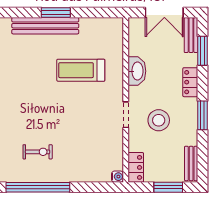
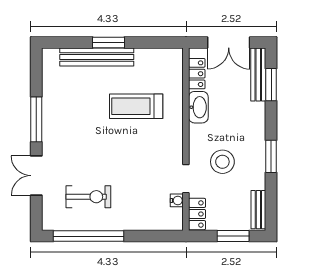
bench: (191, 35) -> (258, 74), width x1.36
locker: (190, 82) -> (197, 74), moved, turned 180
doorway: (126, 115) -> (186, 179), moved
exercise bike: (38, 152) -> (88, 197), width x1.38, depth x1.39
water cooler: (117, 177) -> (177, 200), moved

